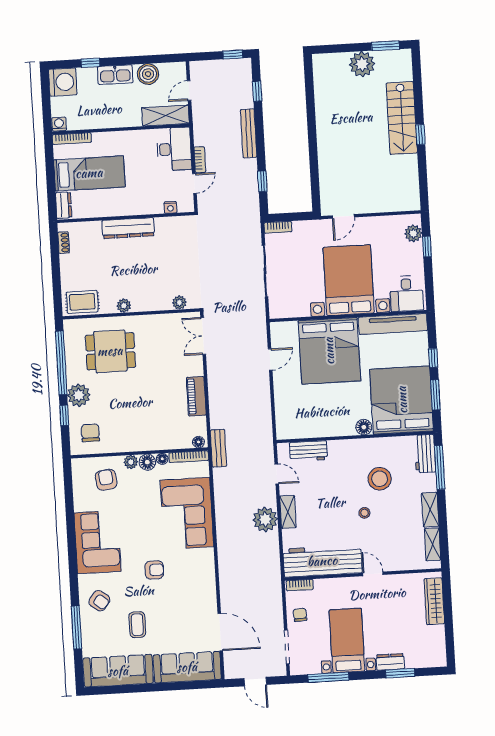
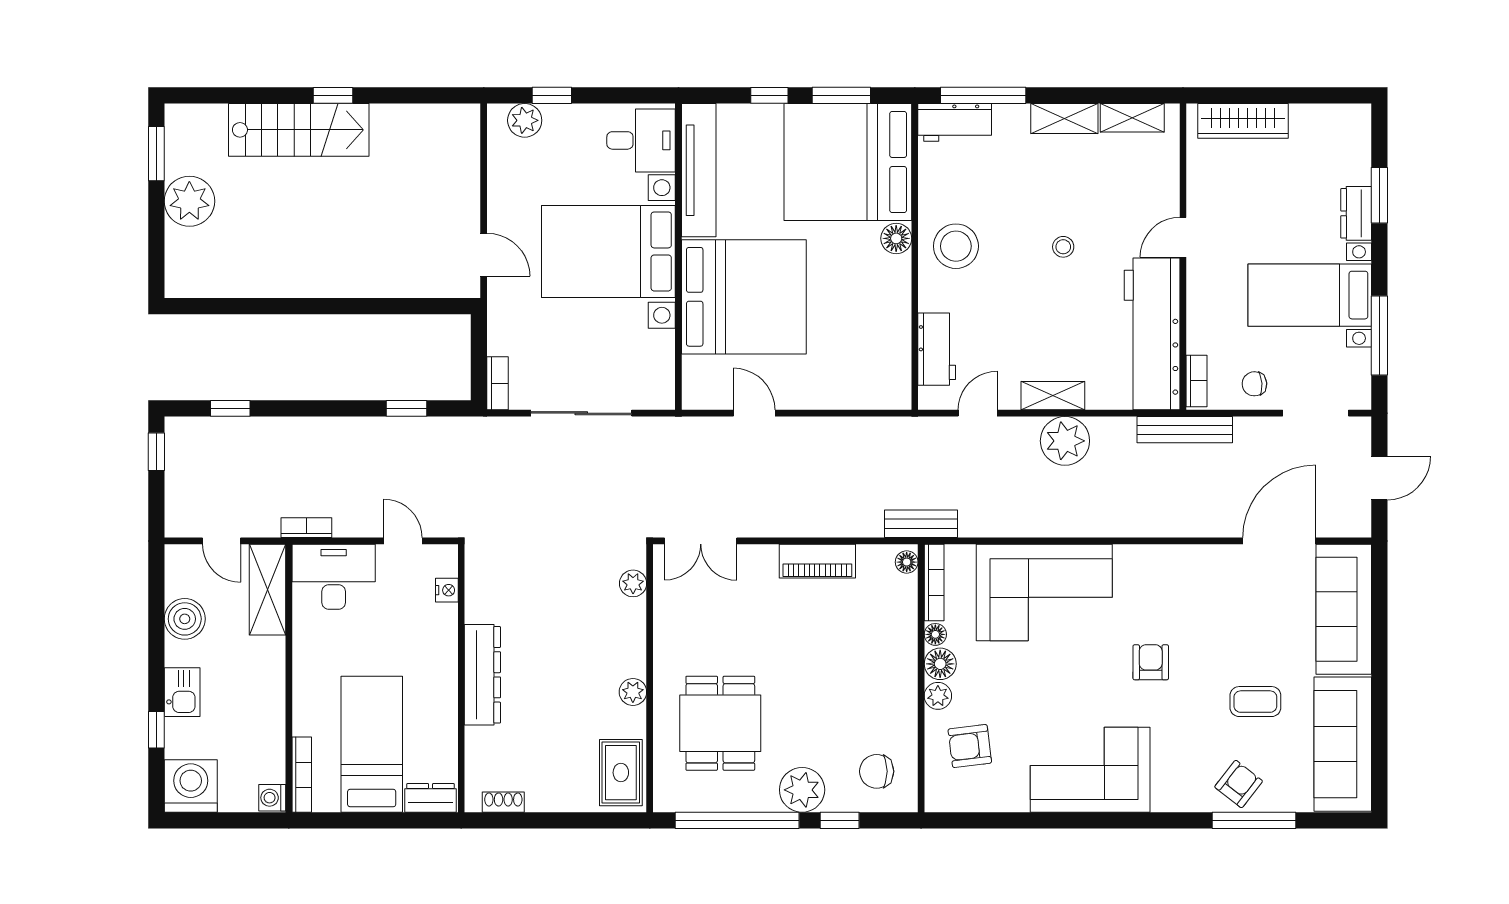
kitchen sink: (115, 75) -> (182, 692), width x0.73
bench: (249, 133) -> (1185, 430), moved
bookcase: (200, 160) -> (306, 528), moved
stool: (380, 479) -> (956, 246), moved
armchair: (99, 601) -> (1239, 784), moved

